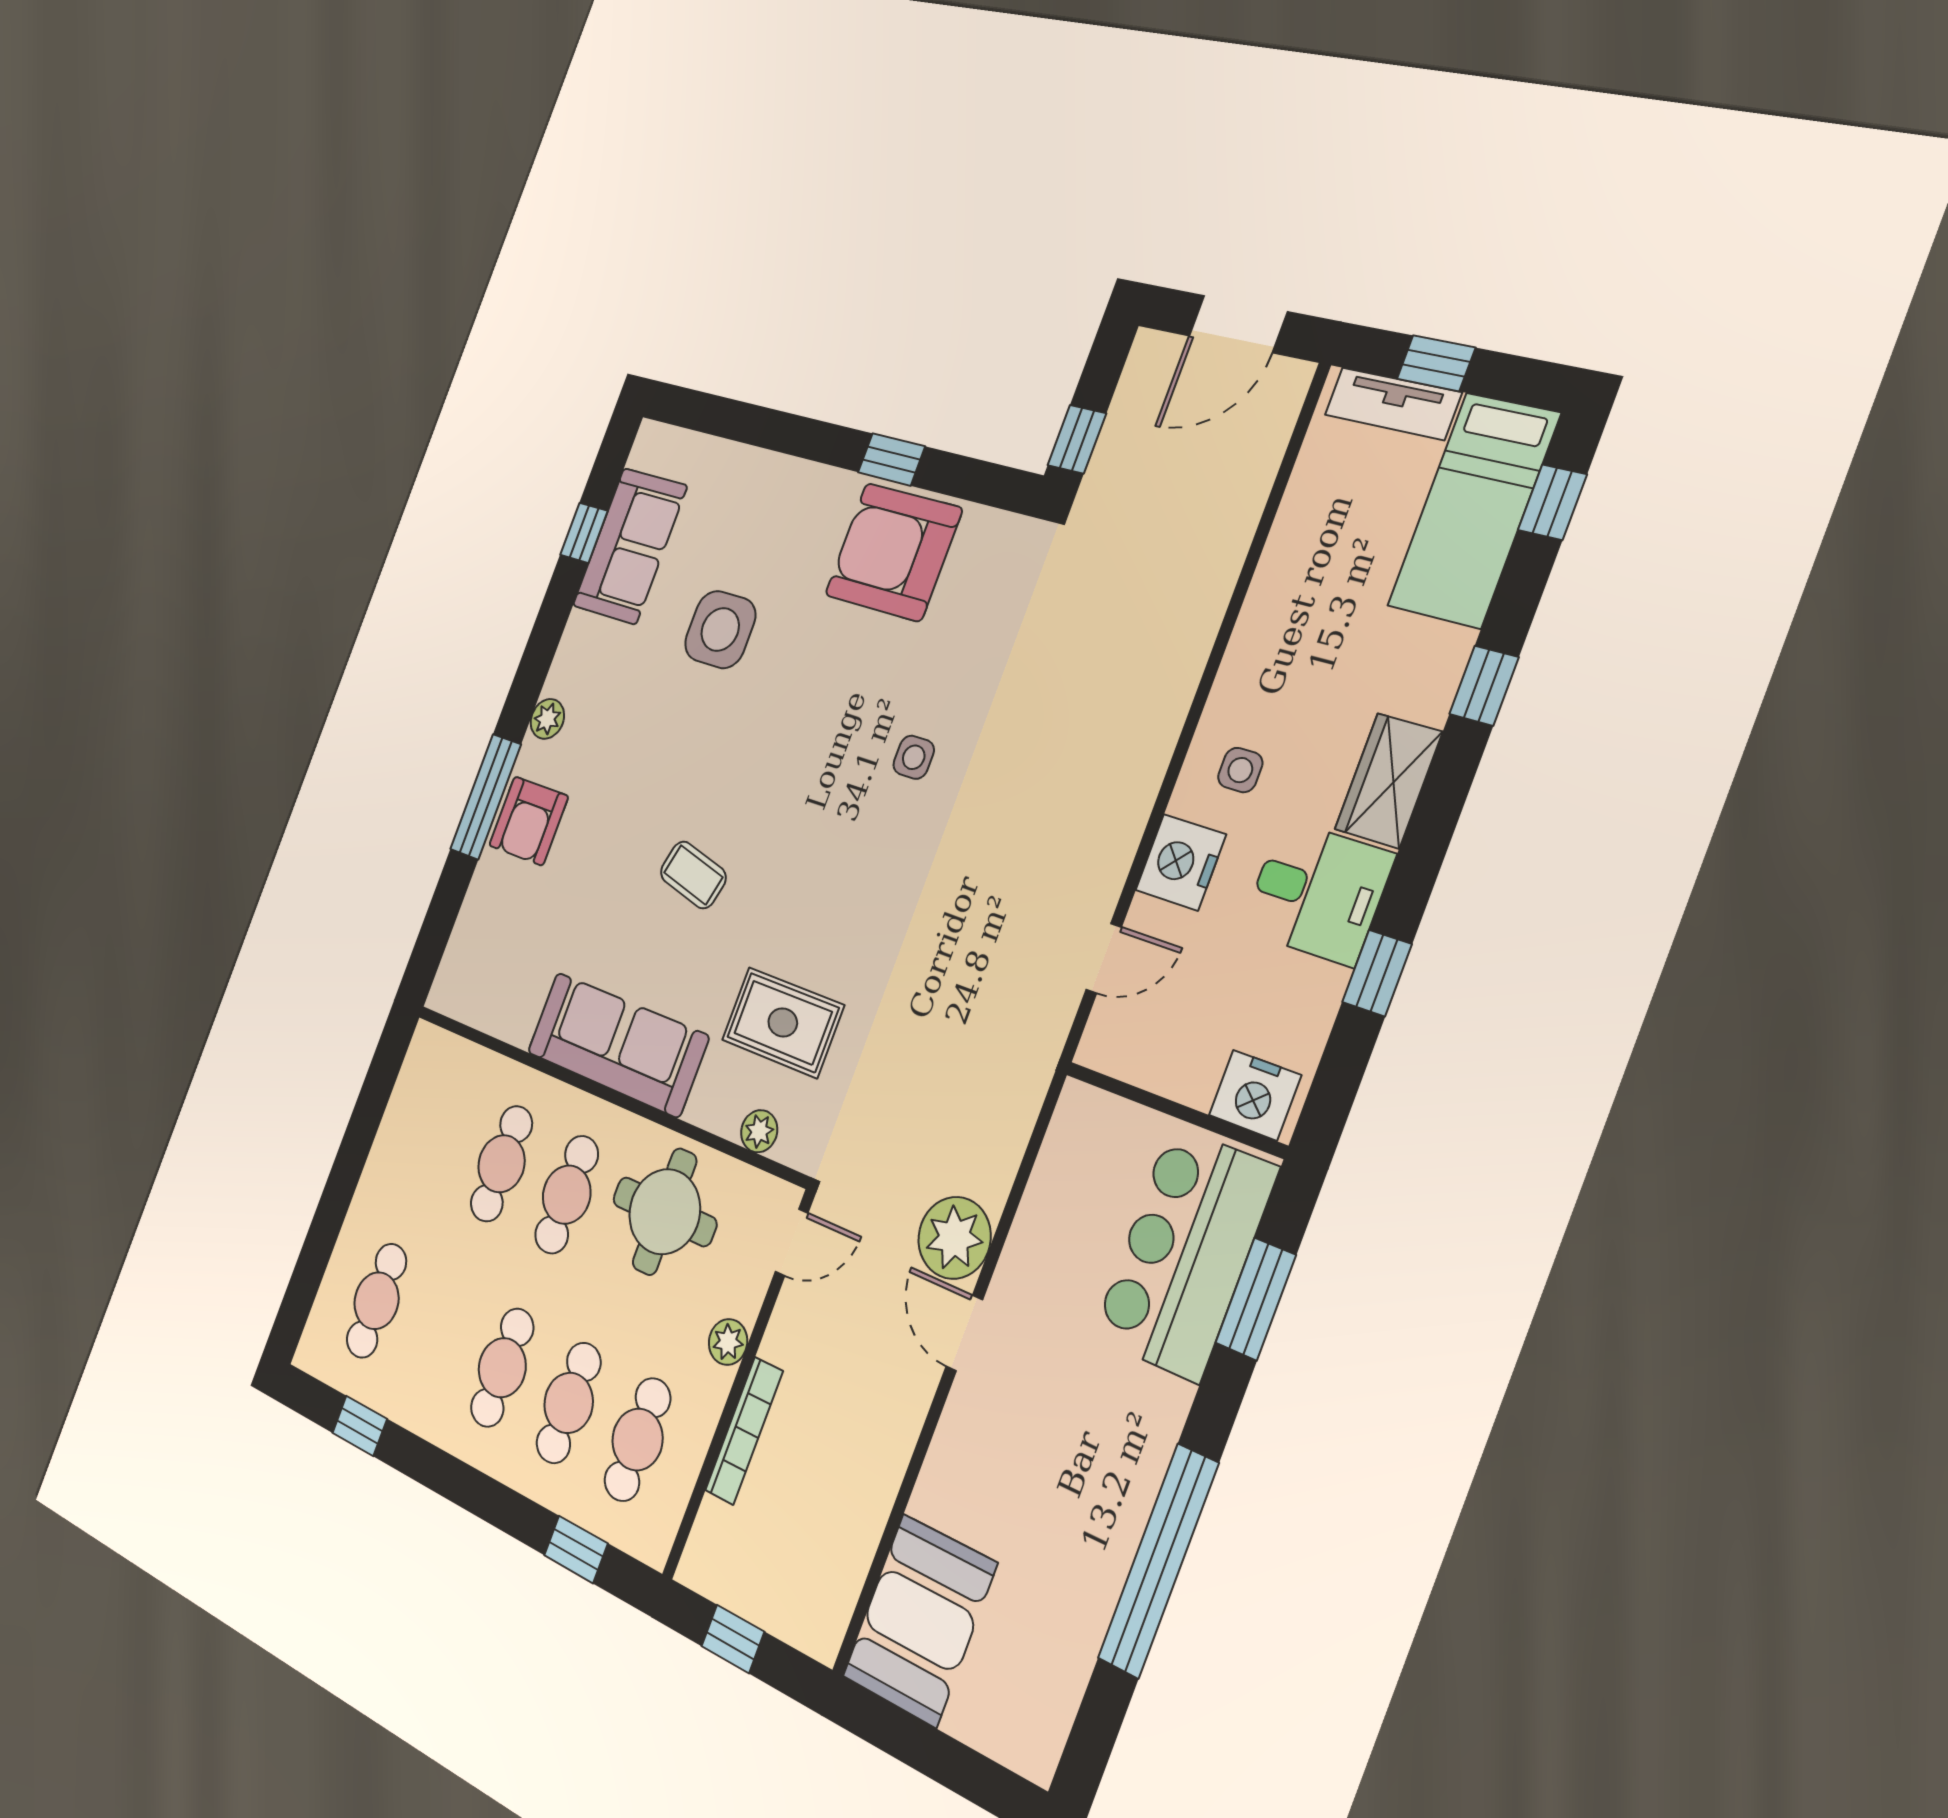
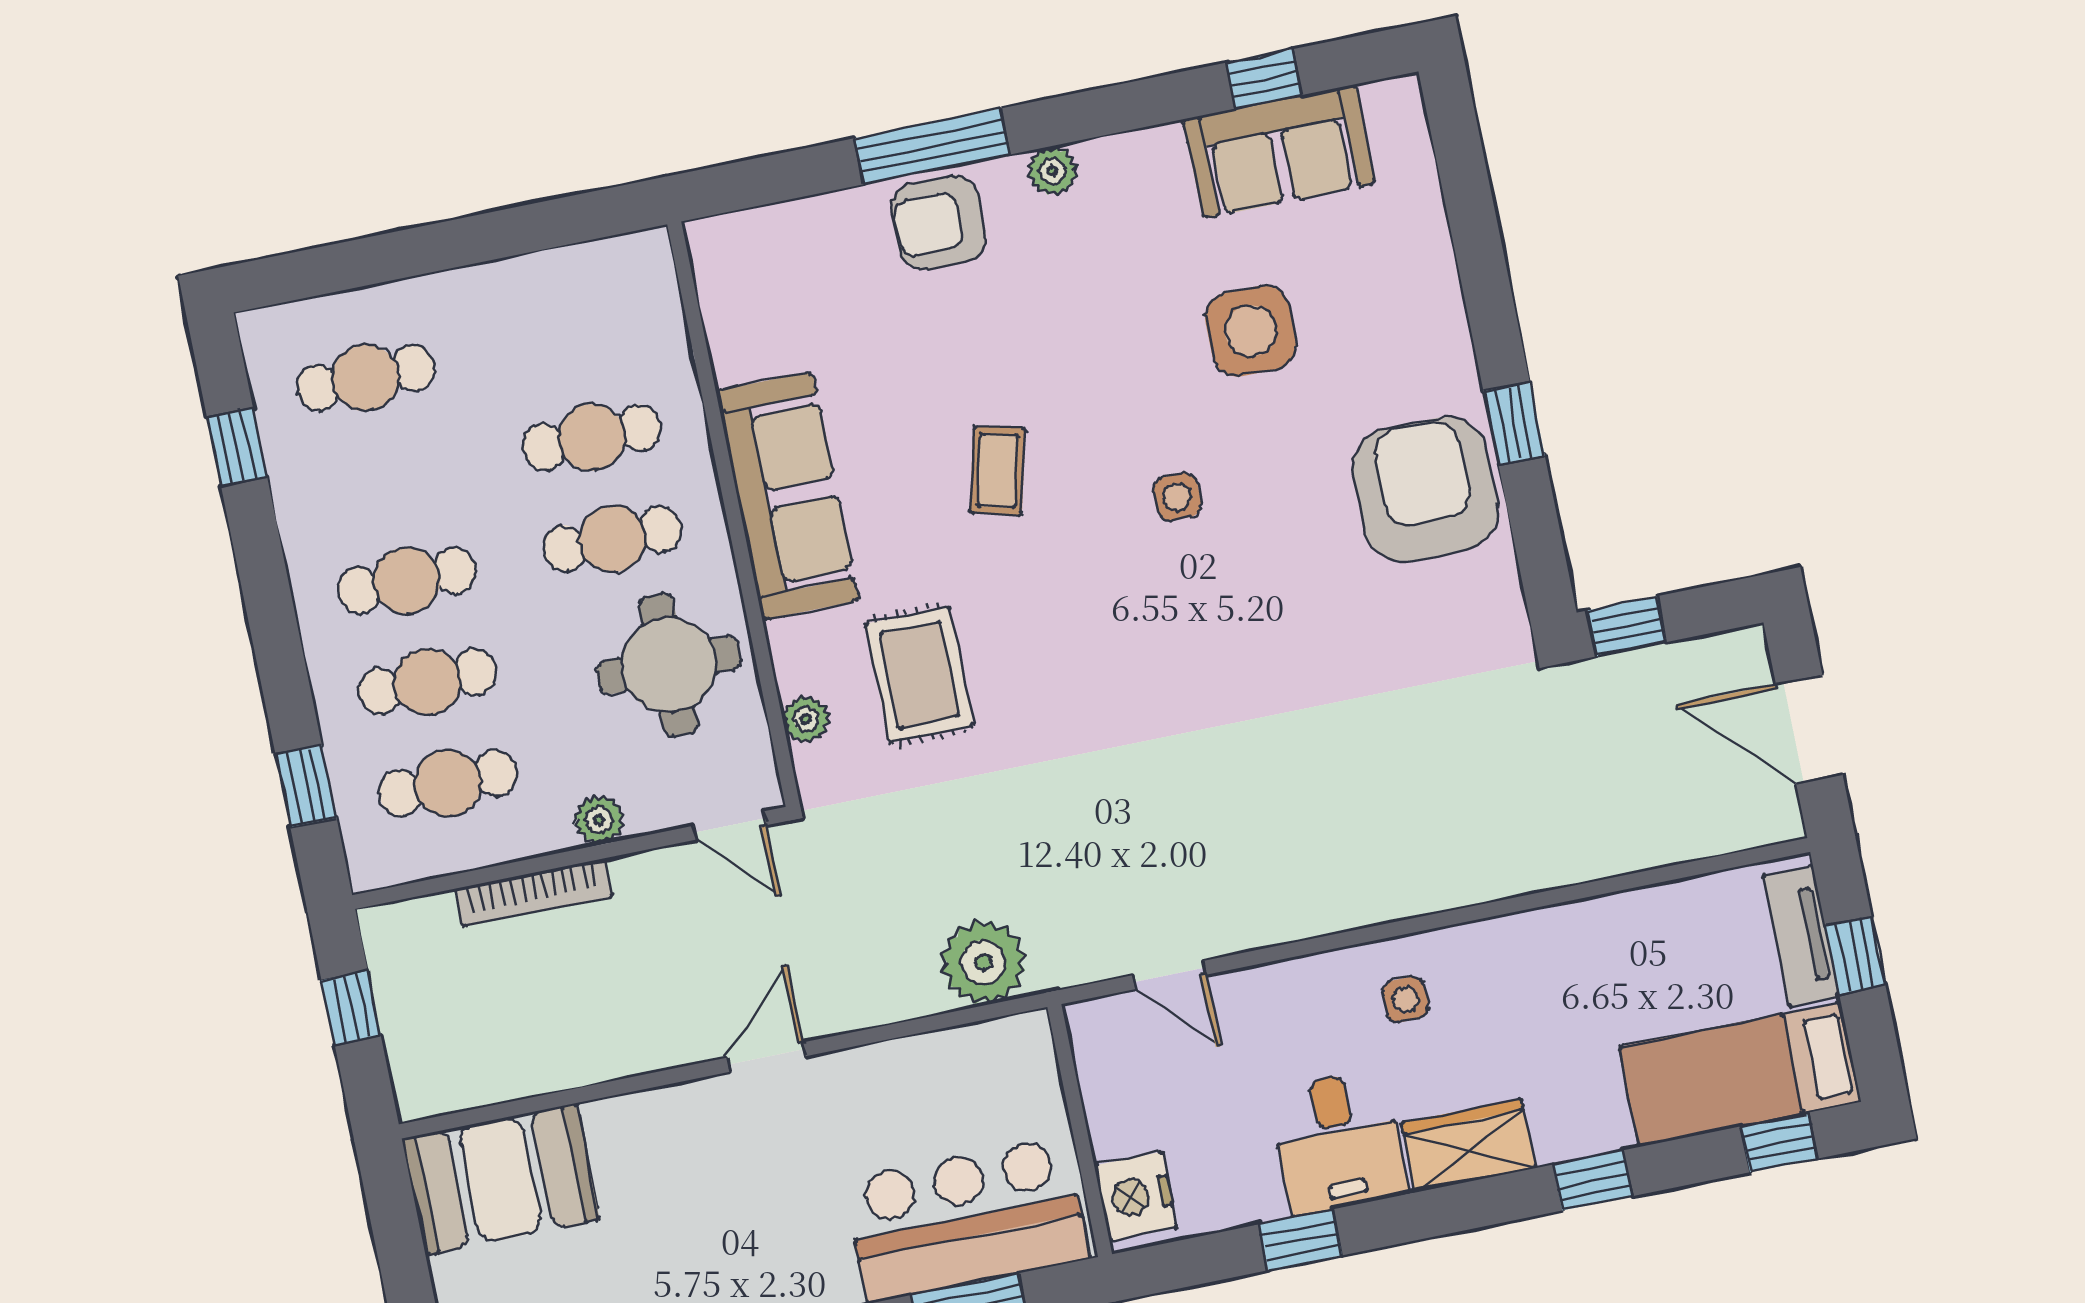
side table: (914, 757) -> (1177, 497), moved
nightstand: (1181, 862) -> (1294, 995), removed
plant: (954, 1238) -> (983, 962), moved

